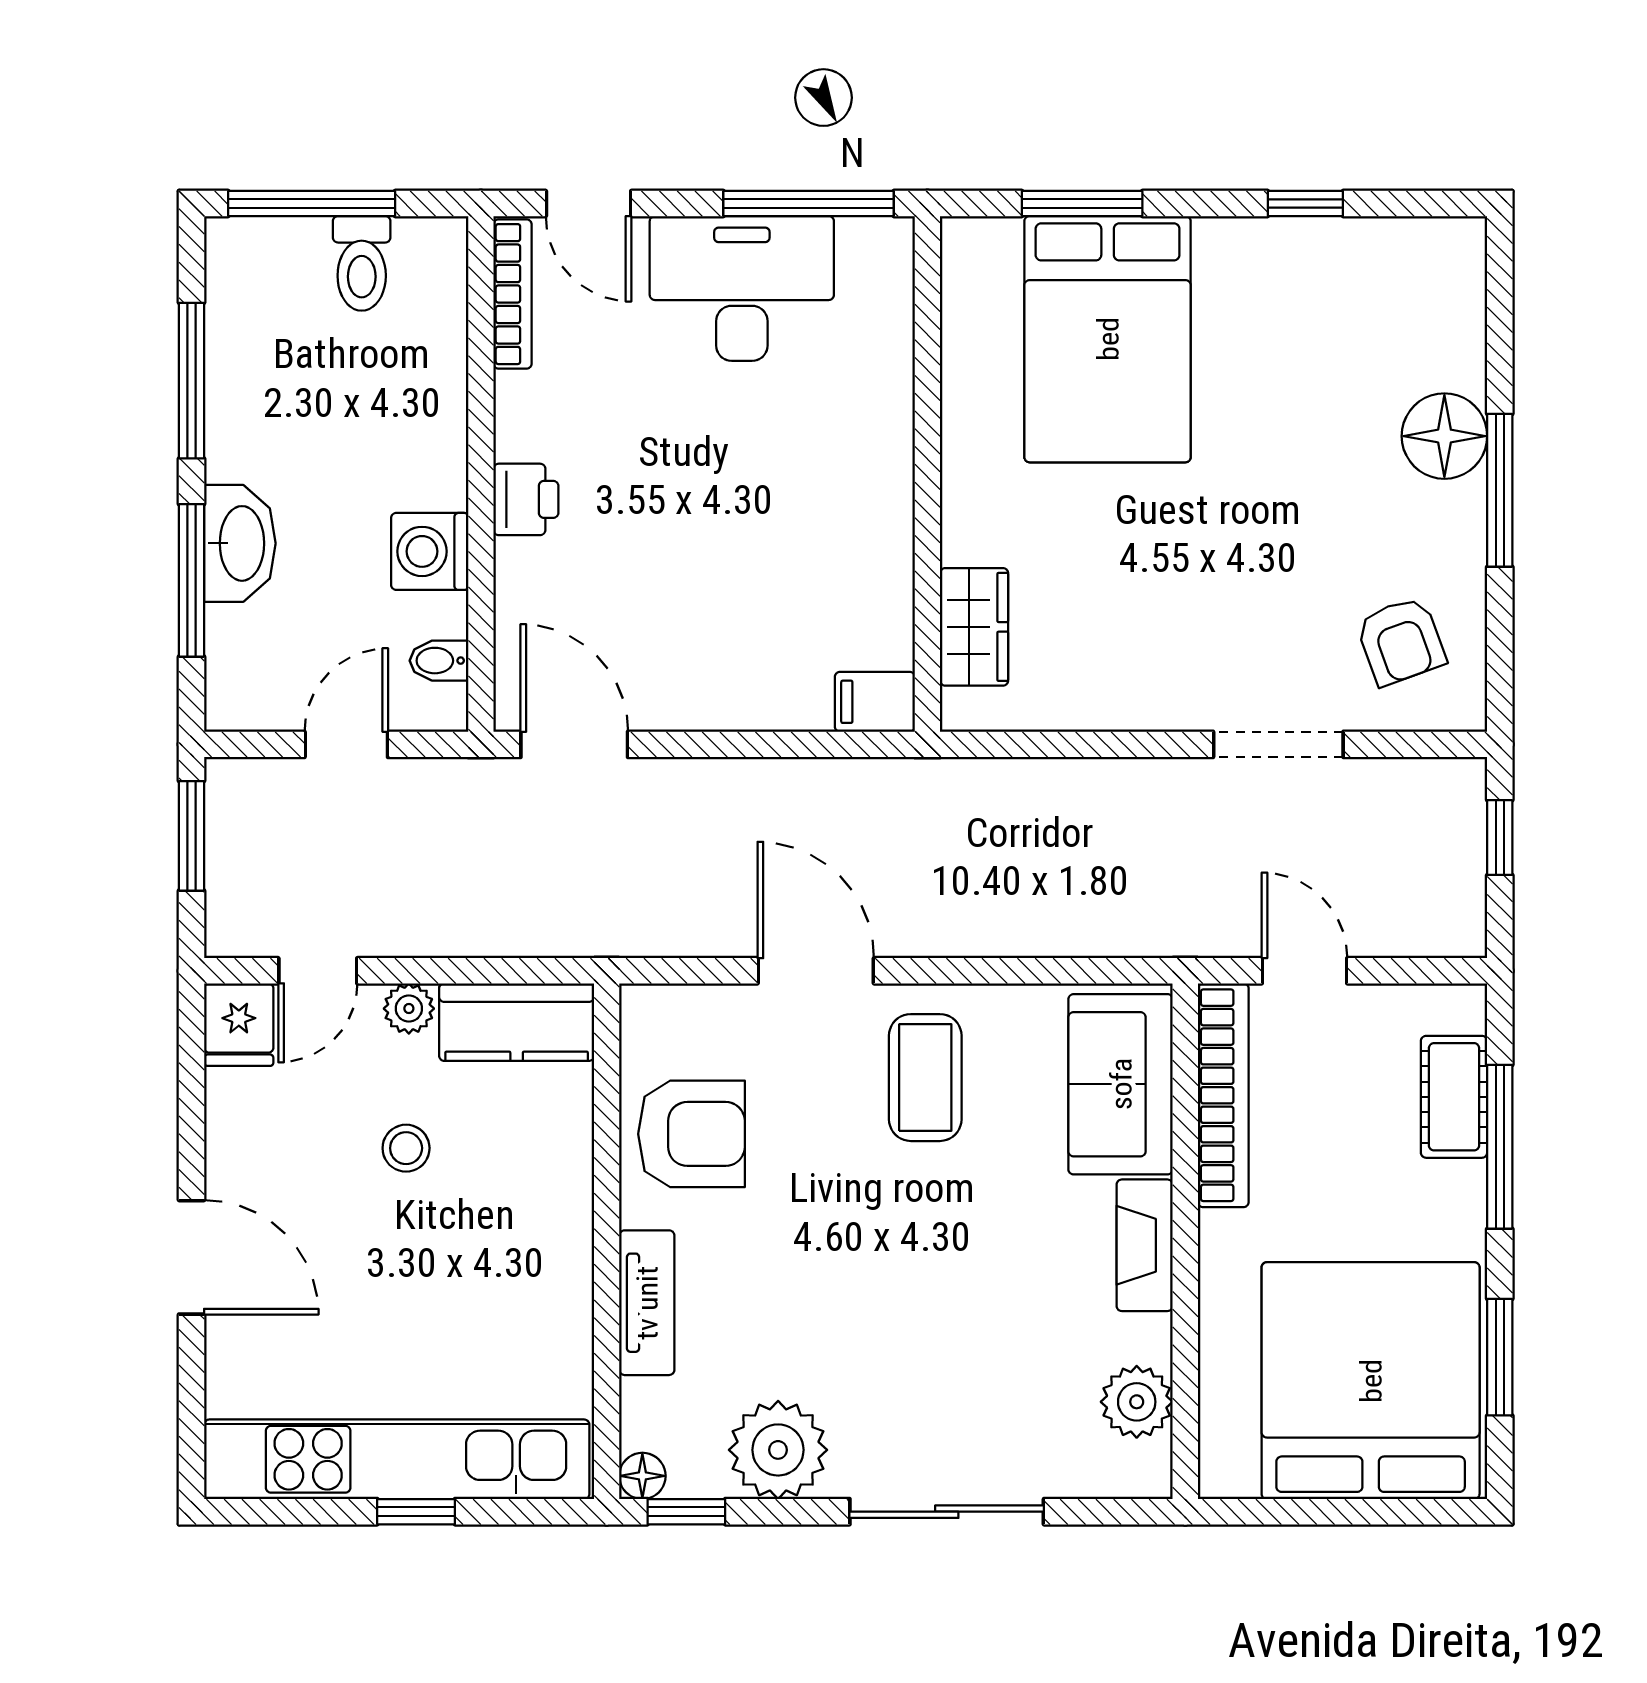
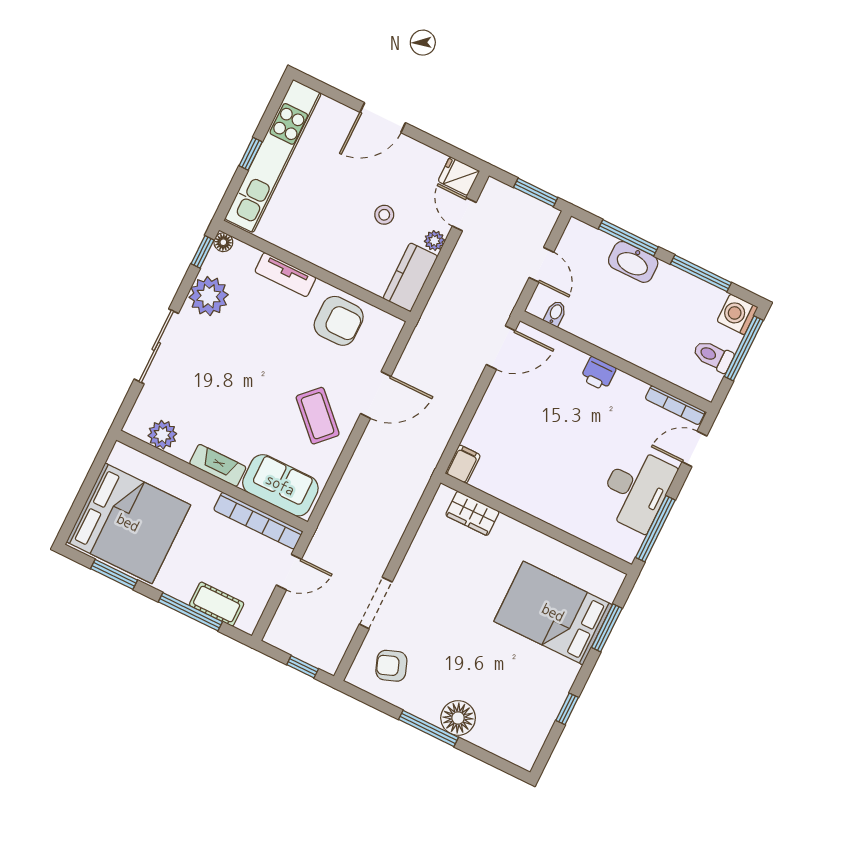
washing machine: (430, 551) -> (737, 314), moved, turned -90
coffee table: (925, 1078) -> (318, 416), turned 45
armchair: (692, 1134) -> (339, 321), turned -90

